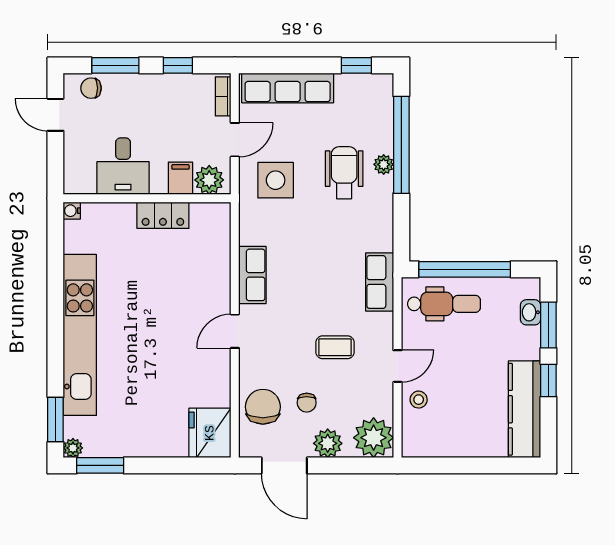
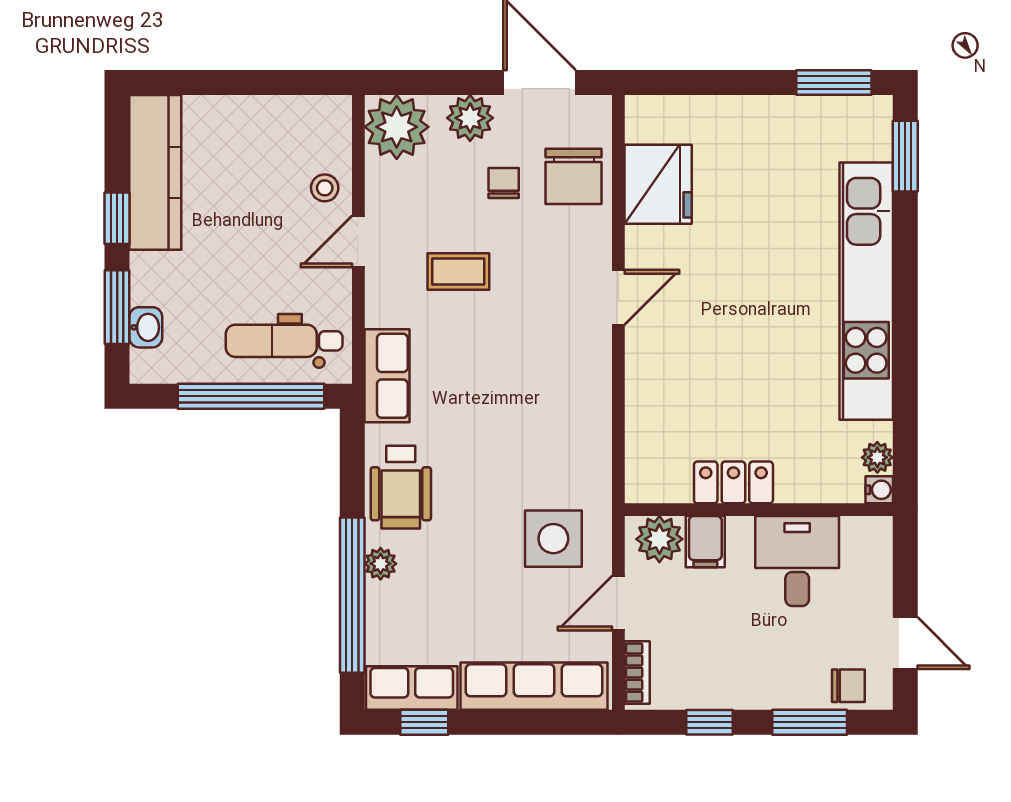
wheelchair: (344, 173) -> (401, 487), moved
row of seats: (252, 275) -> (412, 688), moved, turned 90
fridge: (210, 433) -> (658, 184), moved
plant: (73, 448) -> (877, 457), moved

